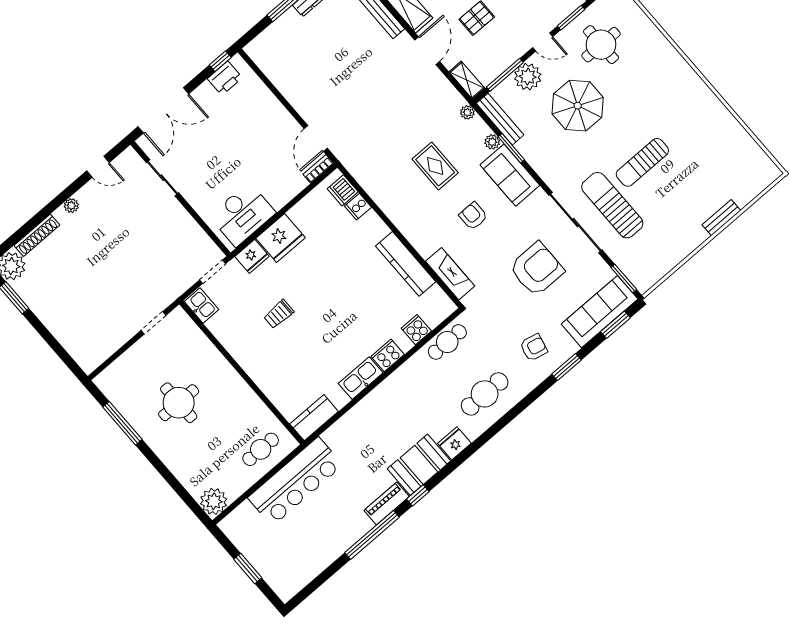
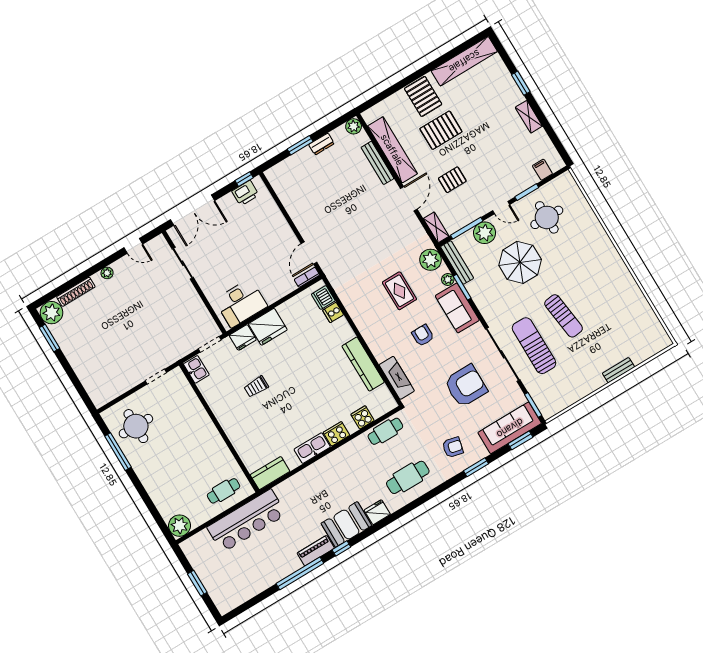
plant: (467, 112) -> (430, 260), width x1.88, depth x1.88
sun lounger: (642, 162) -> (564, 316), turned -97
round table: (179, 403) -> (136, 426), moved

